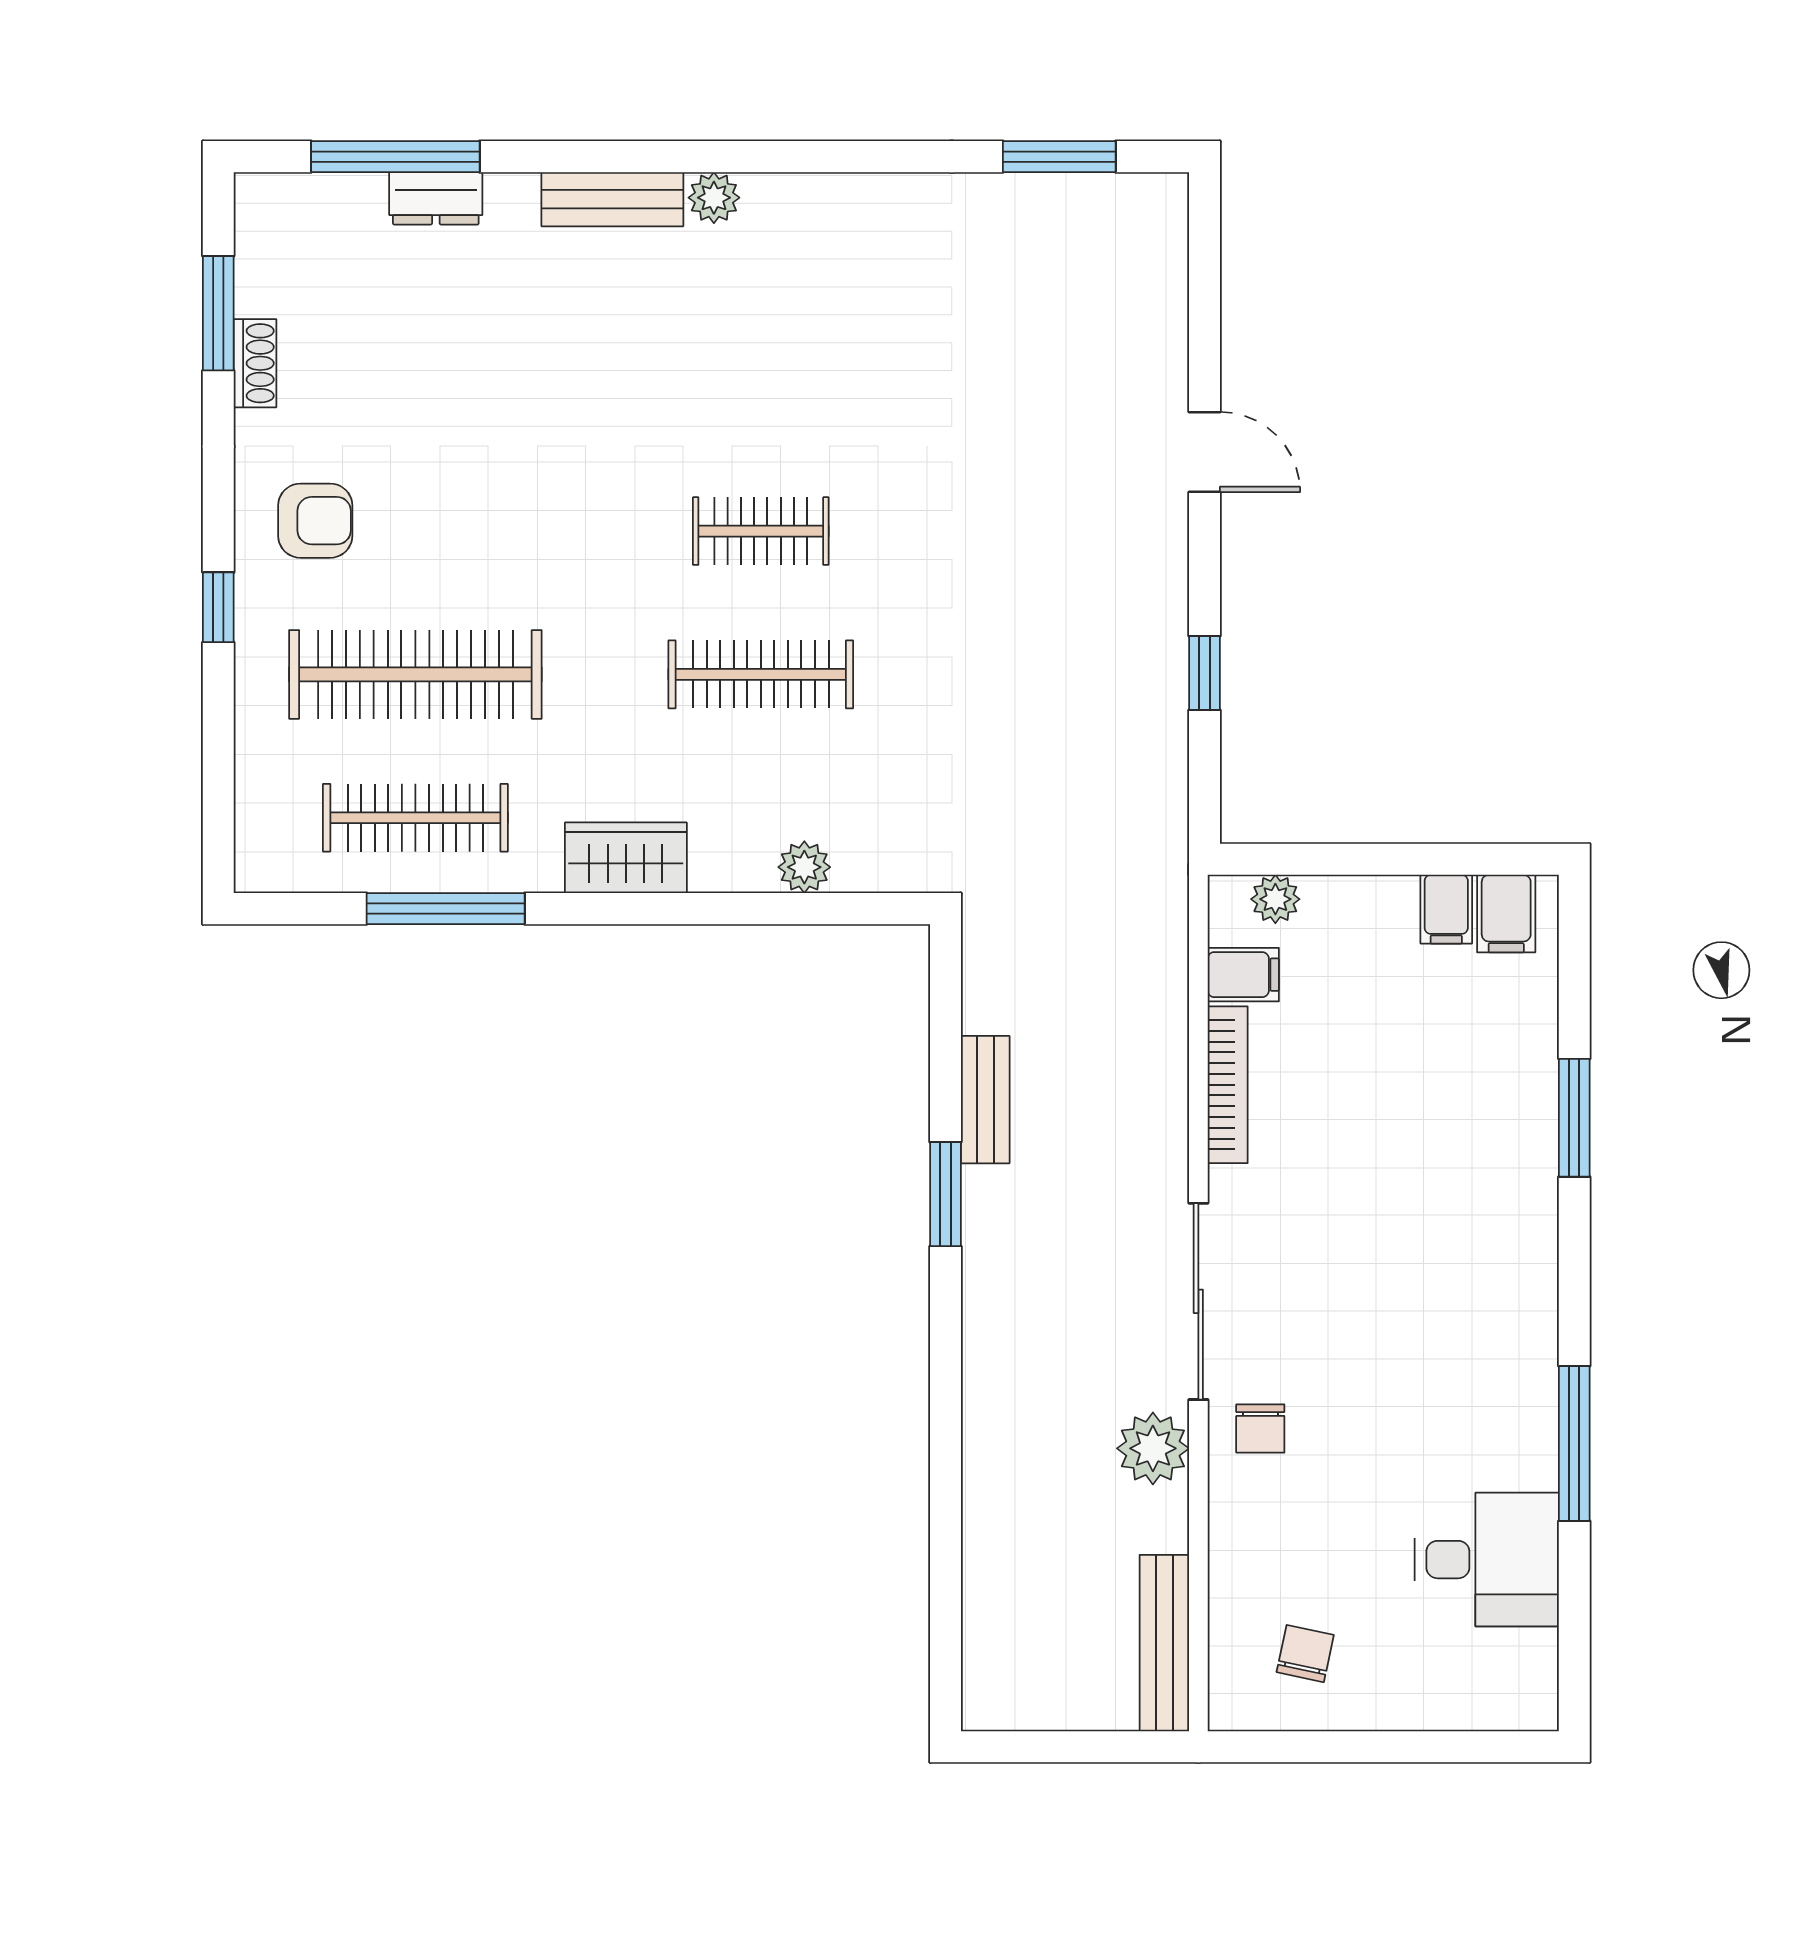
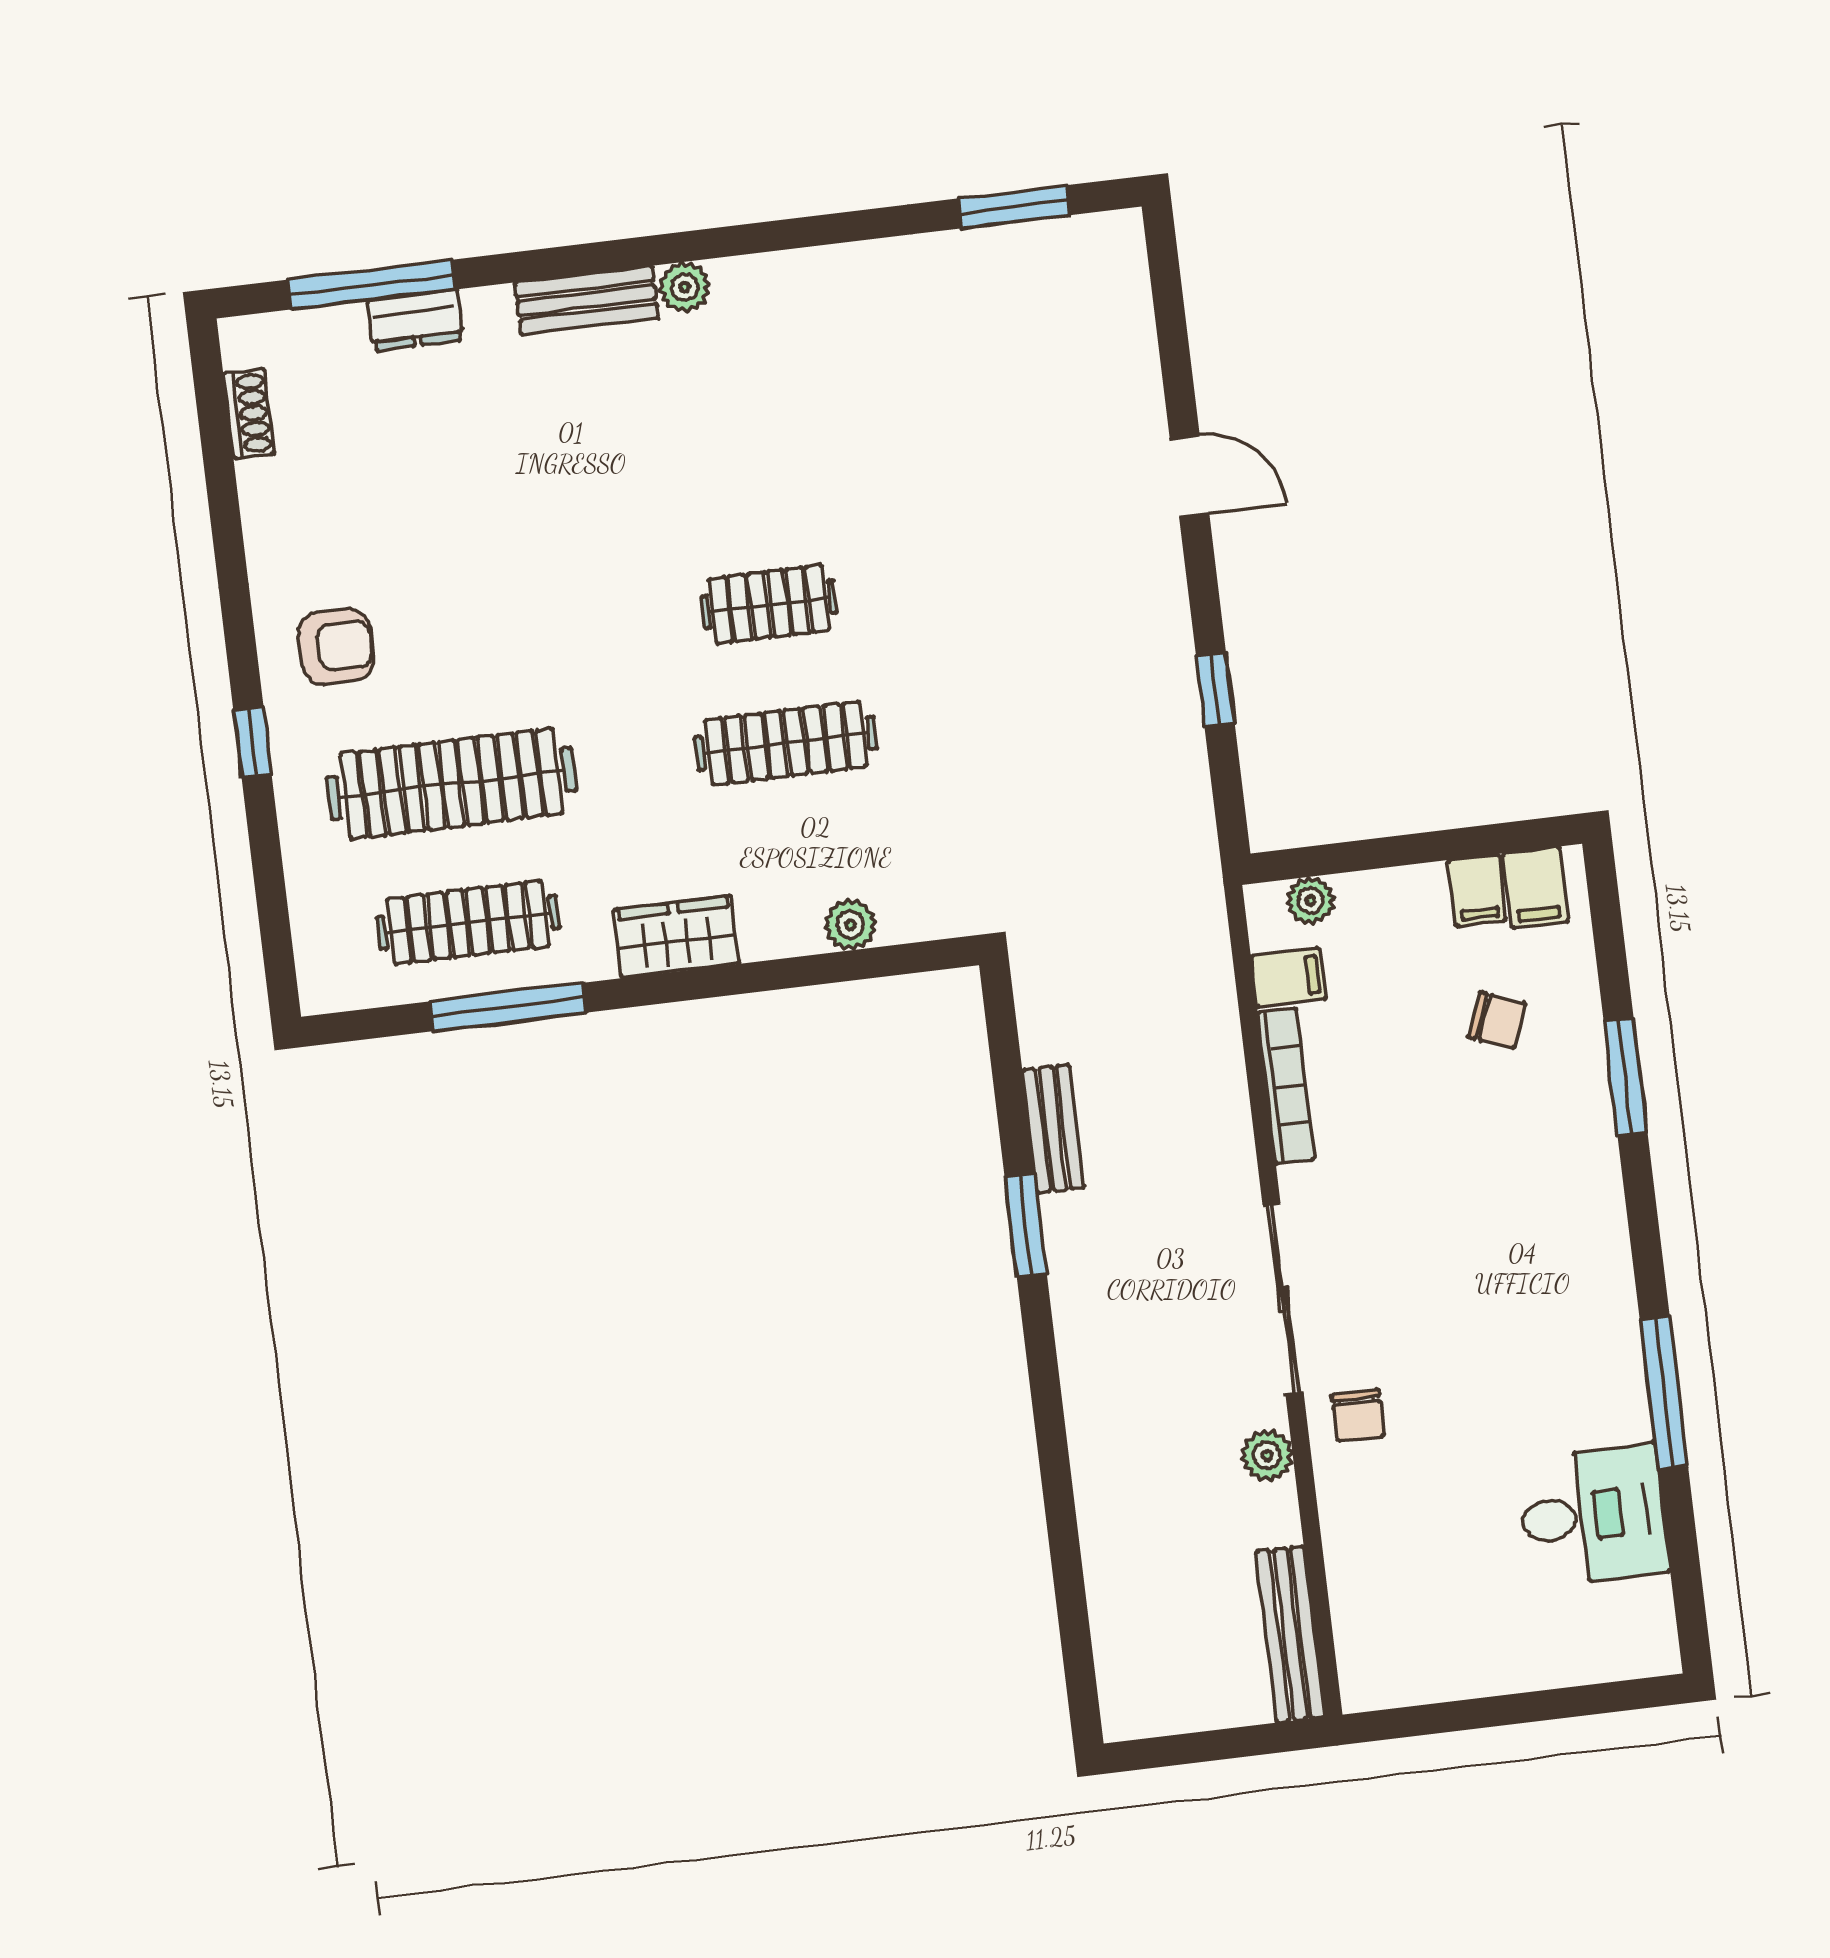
window: (218, 313) -> (218, 457), removed
shoe rack: (255, 363) -> (249, 414), moved
plant: (1153, 1448) -> (1267, 1455), width x0.73, depth x0.73
chair: (1305, 1654) -> (1497, 1020), moved, turned 99

